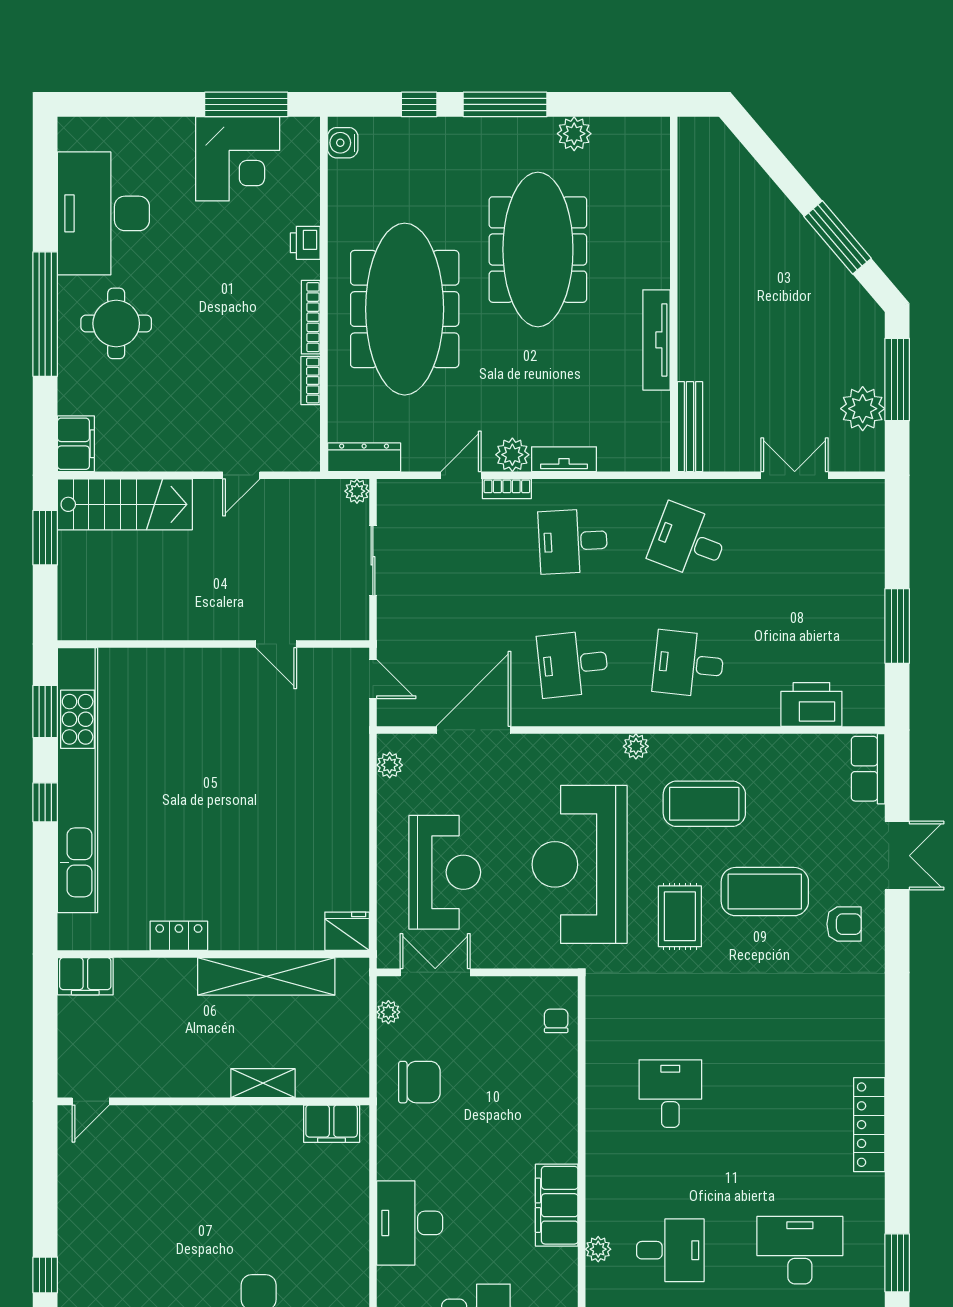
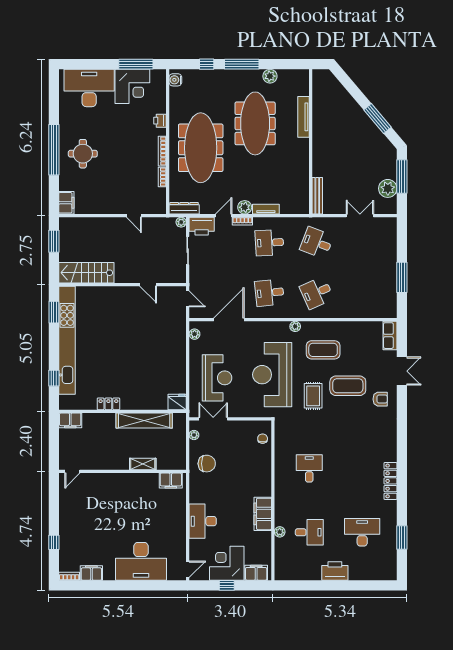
desk: (103, 213) -> (89, 88), moved, turned 90
tv unit: (656, 340) -> (304, 117), moved
door: (241, 475) -> (134, 216), hinge flipped
stairs: (125, 504) -> (86, 273), moved, turned 180
desk: (689, 664) -> (317, 293), turned -30
printer: (811, 704) -> (202, 226), moved, turned 180
window: (45, 802) -> (54, 378), moved

